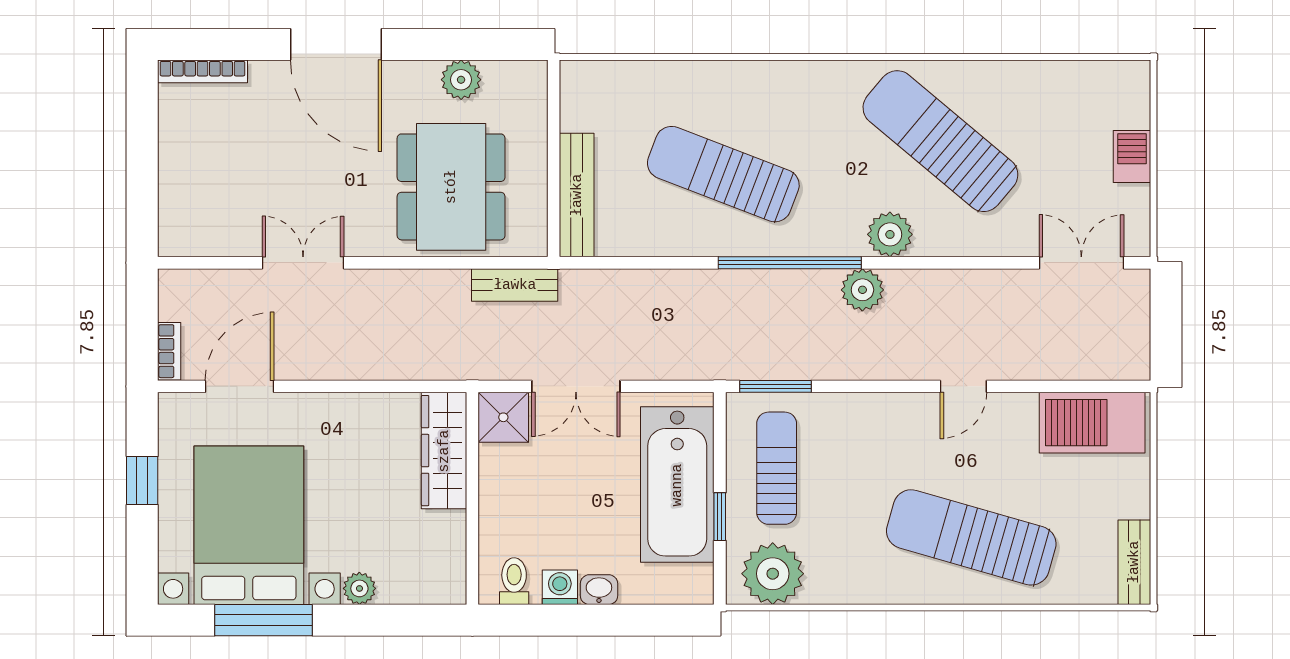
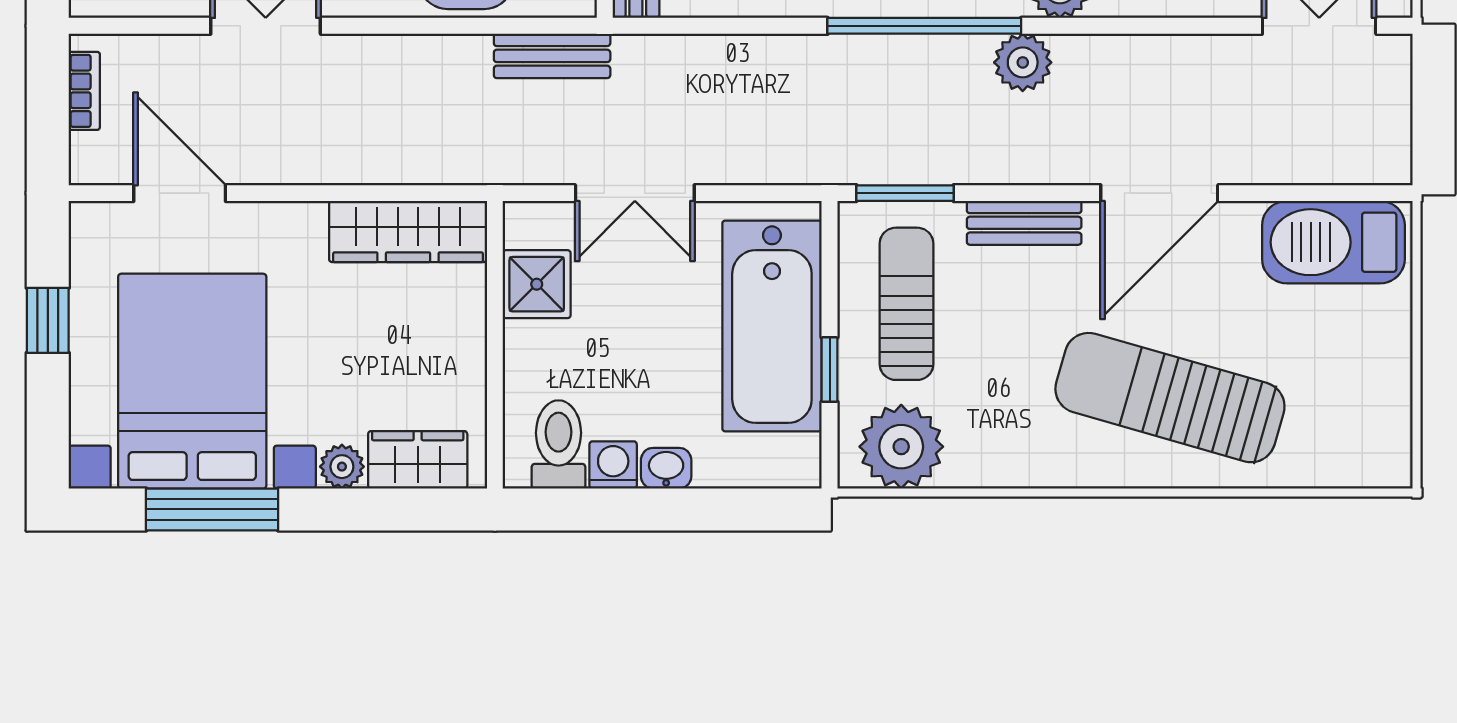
bookcase: (169, 351) -> (84, 91), moved
door: (240, 386) -> (180, 193), hinge flipped
door: (963, 386) -> (1159, 193), width x1.87
shower: (503, 417) -> (537, 284), moved
wardrobe: (444, 451) -> (408, 232), moved, turned -90
bench: (1134, 562) -> (1024, 223), moved, turned 90
toilet: (514, 581) -> (558, 444), width x1.37, depth x1.39
wardrobe: (415, 583) -> (418, 460), added

